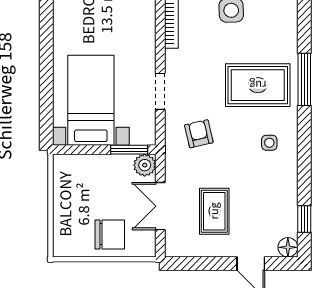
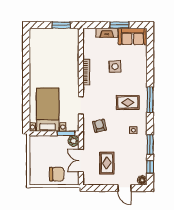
rug: (258, 85) -> (128, 102), width x0.73, depth x0.70
window: (304, 173) -> (150, 145), added

